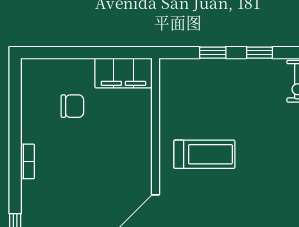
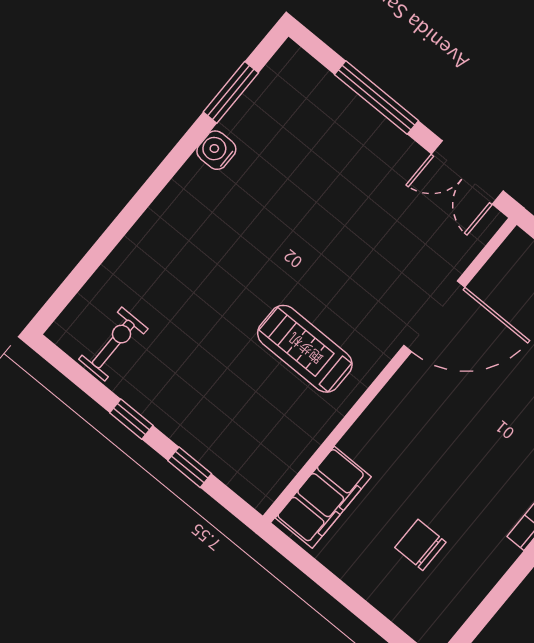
filing cabinet: (123, 73) -> (323, 497), moved, turned 90

